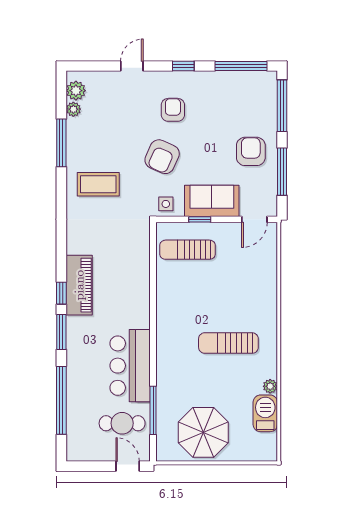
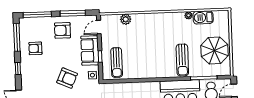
armchair: (173, 110) -> (35, 48), moved
door: (254, 219) -> (99, 27), swing flipped
plant: (267, 269) -> (126, 19), added
sun lounger: (228, 343) -> (182, 60), moved

